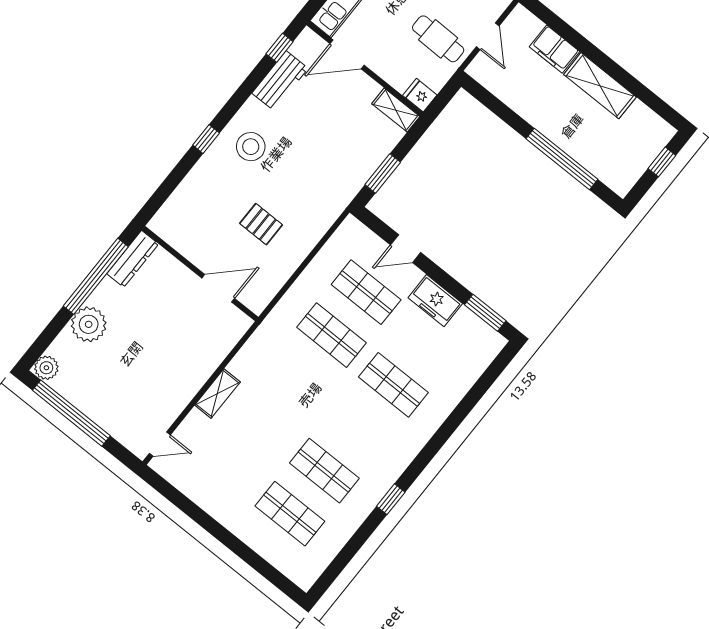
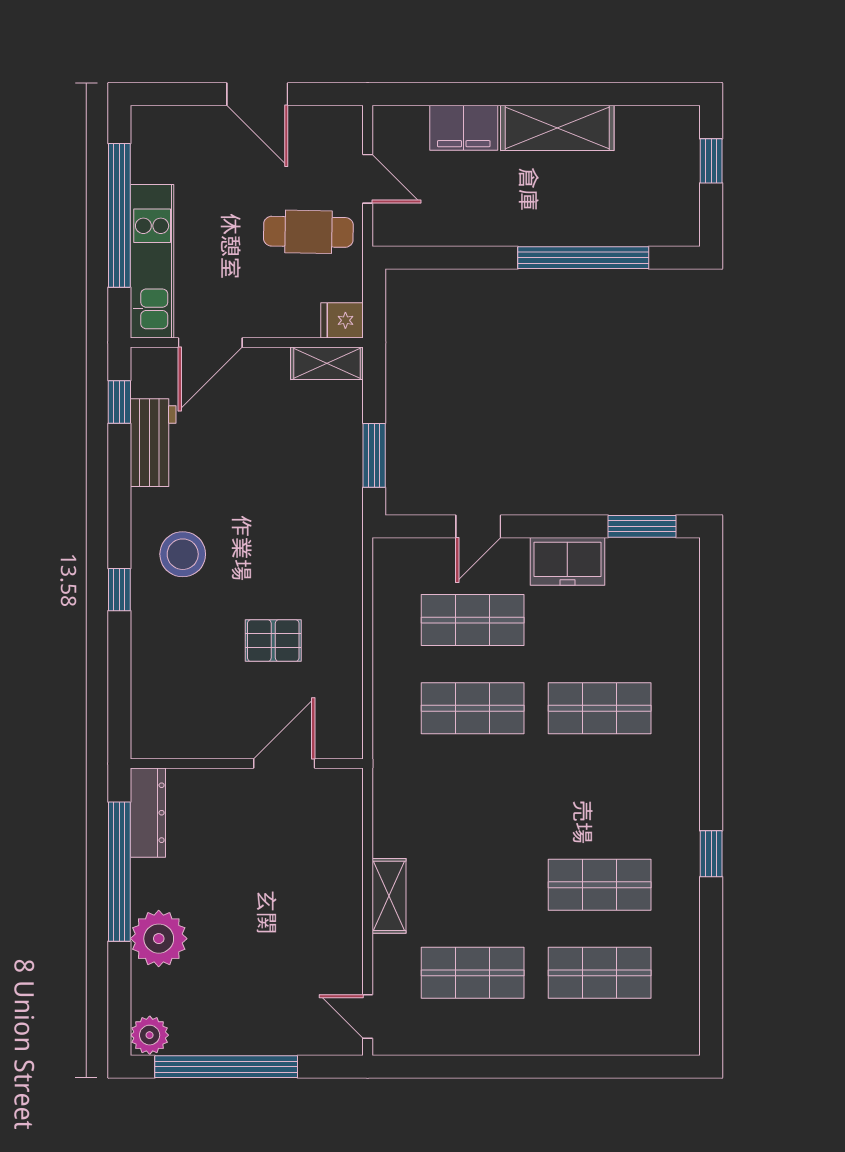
door: (160, 444) -> (368, 1017), swing flipped
shop shelf: (228, 464) -> (473, 973), added

